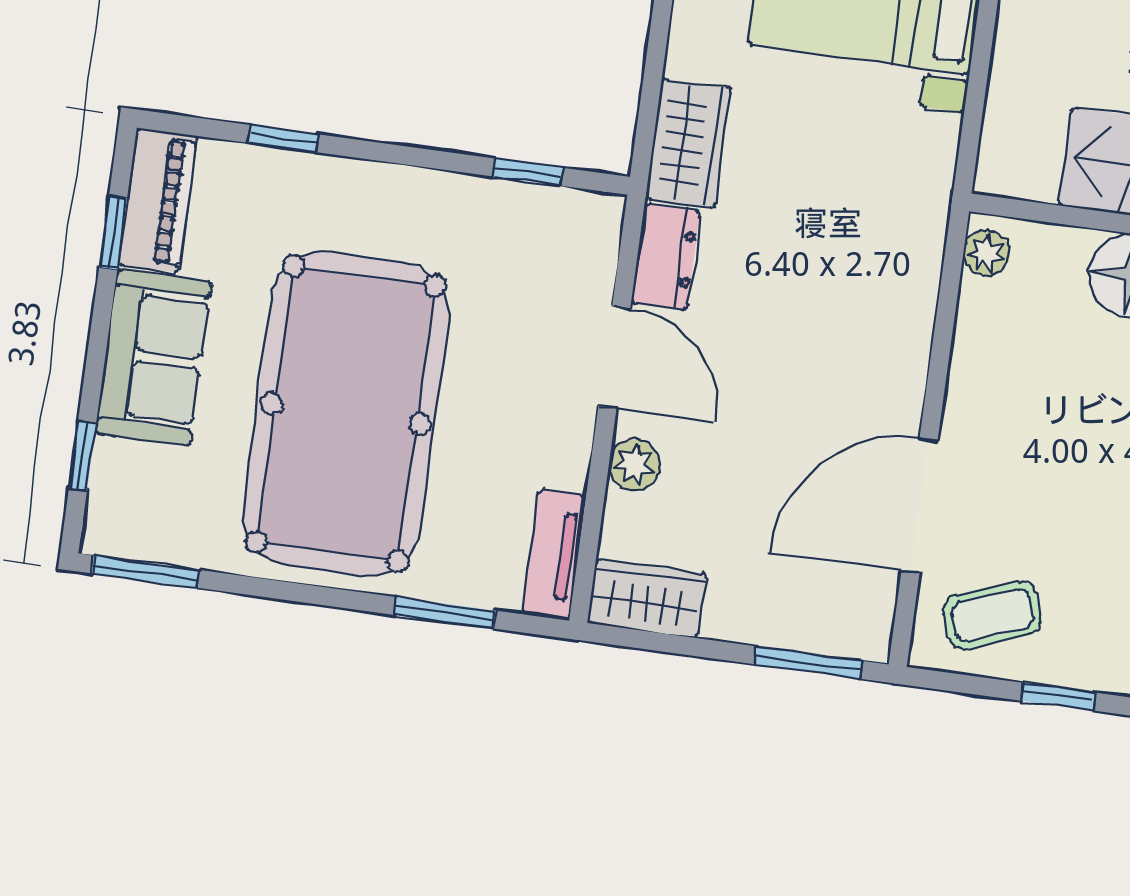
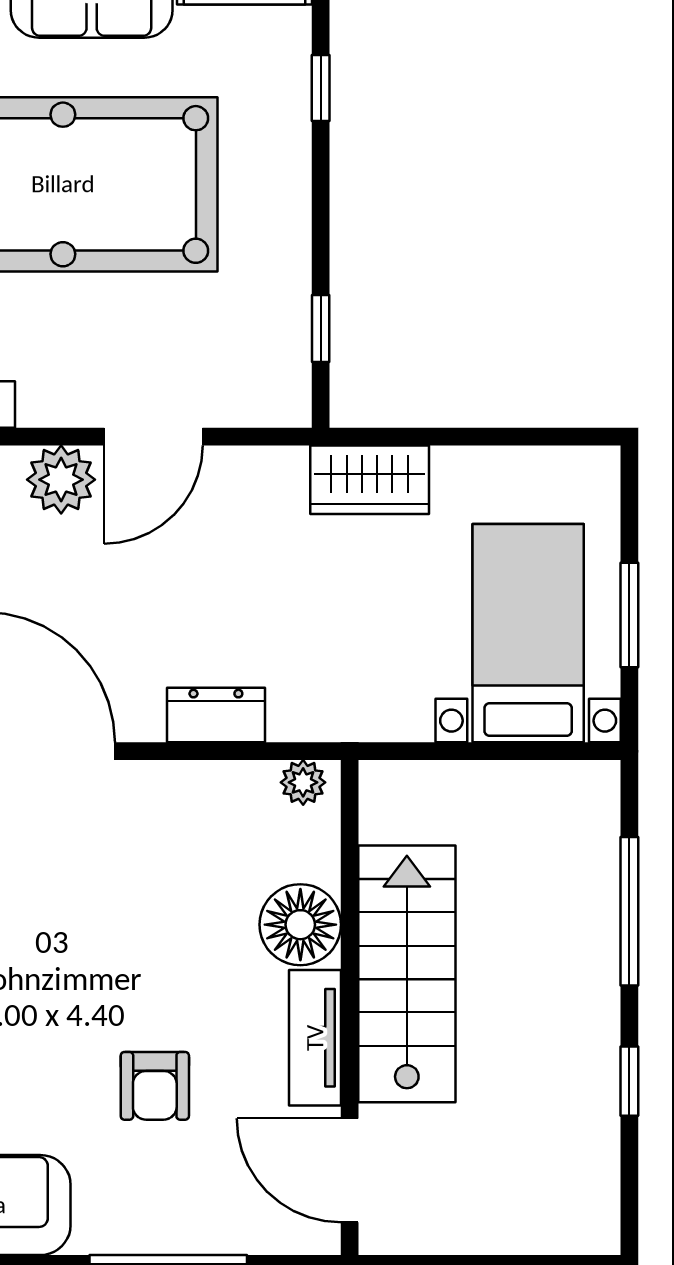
dresser: (666, 257) -> (216, 715), moved, turned 180
plant: (634, 465) -> (61, 480), width x1.38, depth x1.38

